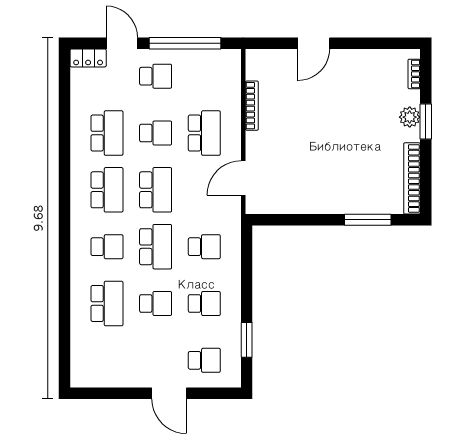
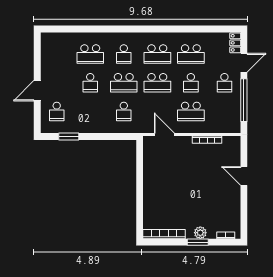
window: (368, 220) -> (140, 208), removed
school desk: (204, 303) -> (90, 111), removed

